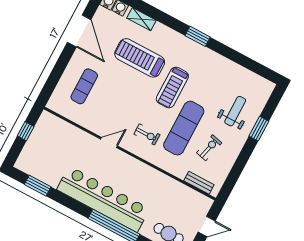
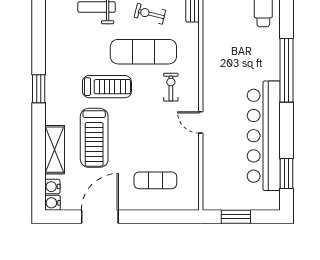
shelving: (141, 19) -> (55, 150), width x1.50, depth x1.33
window: (26, 131) -> (236, 217), width x1.50
bar counter: (103, 199) -> (264, 136), moved

